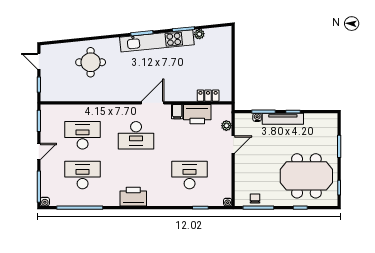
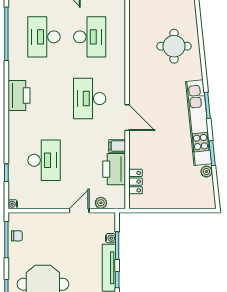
door: (233, 145) -> (79, 211), swing flipped
desk: (83, 175) -> (44, 37), turned 180

